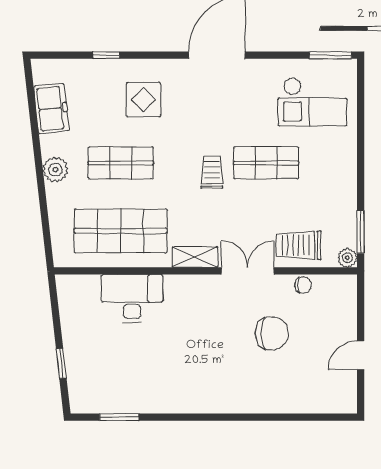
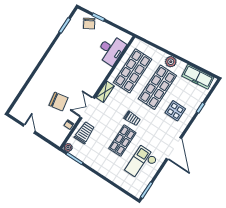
checkout: (312, 102) -> (141, 163), moved
freezer: (51, 109) -> (198, 77), width x1.40
shop shelf: (121, 163) -> (157, 87), width x1.43, depth x1.36
double door: (248, 271) -> (87, 108), swing flipped
desk: (132, 298) -> (111, 50), moved
chair: (272, 333) -> (59, 102), turned -100
chair: (85, 373) -> (89, 23), added

